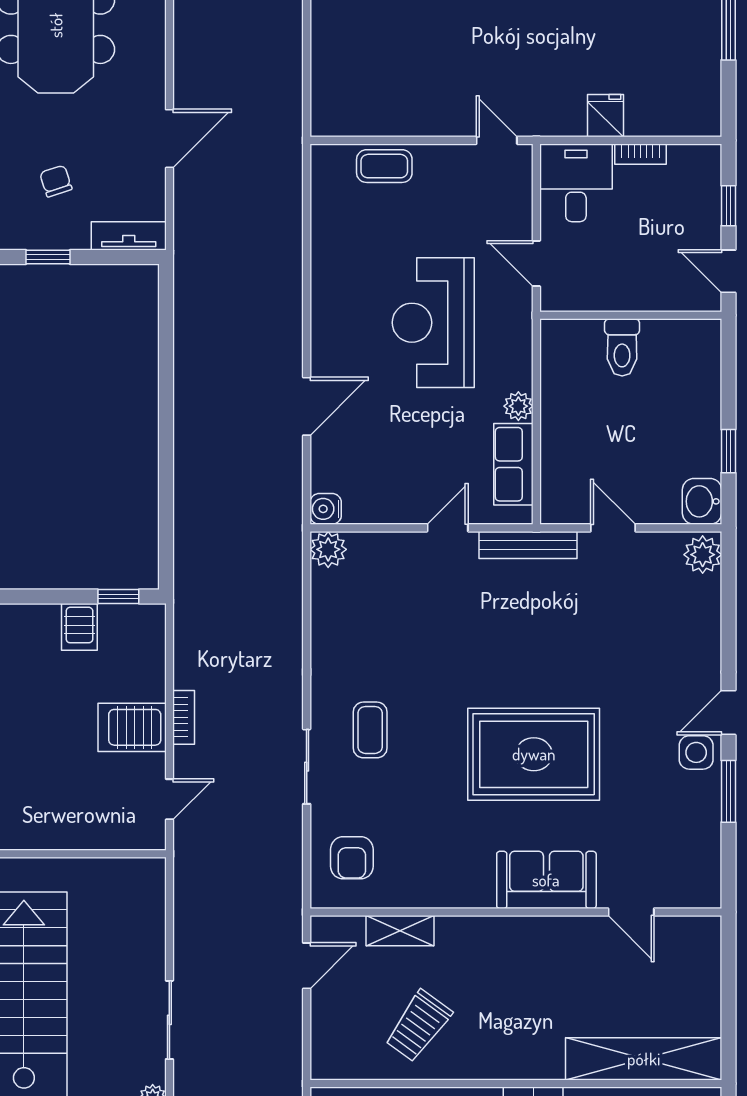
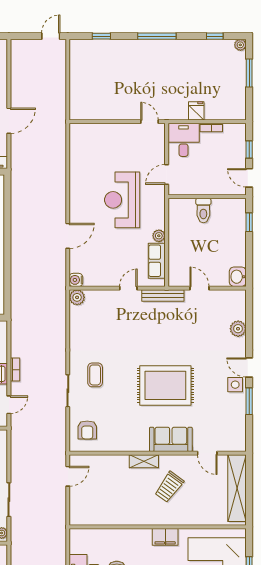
coffee table: (384, 166) -> (101, 133), removed
door: (536, 263) -> (167, 174), hinge flipped
window: (728, 451) -> (249, 222), moved
plant: (703, 555) -> (238, 329), moved
door: (728, 713) -> (249, 367), hinge flipped
shelving: (400, 931) -> (144, 461), moved
trolley: (418, 1026) -> (169, 487), moved
shelving: (644, 1059) -> (237, 488), moved, turned 90

